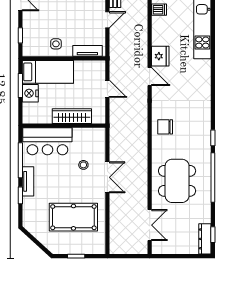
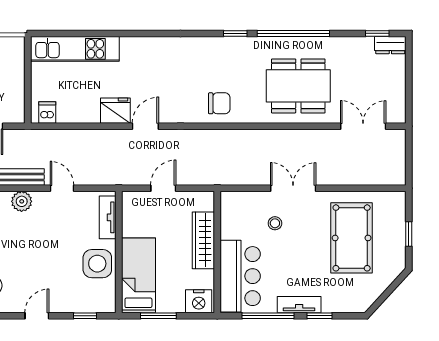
side table: (56, 44) -> (97, 264), width x1.87, depth x1.87
nightstand: (30, 93) -> (199, 301), moved
chair: (165, 127) -> (219, 103), turned -90
dresser: (205, 239) -> (390, 45), width x0.70

